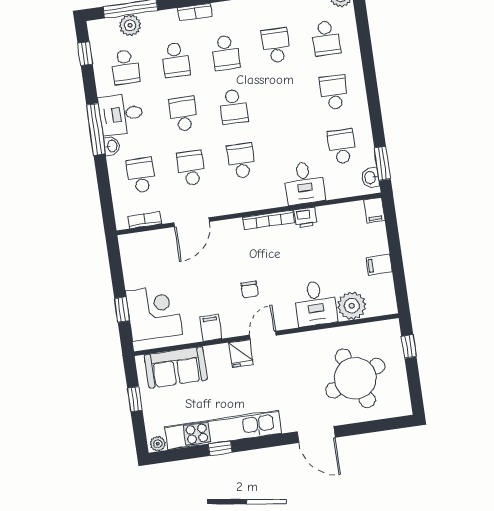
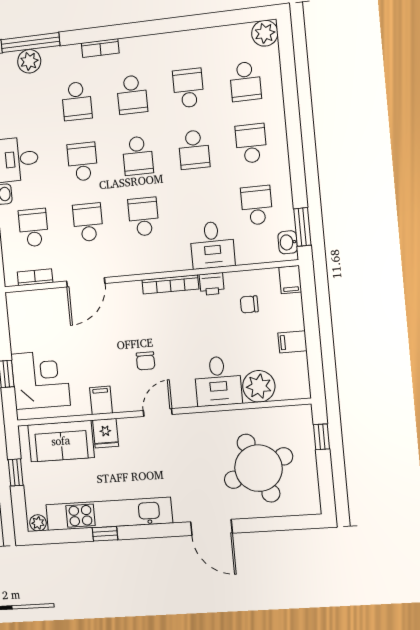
school desk: (125, 67) -> (194, 150), moved
chair: (340, 234) -> (249, 304), added
fridge: (241, 354) -> (106, 433), moved

